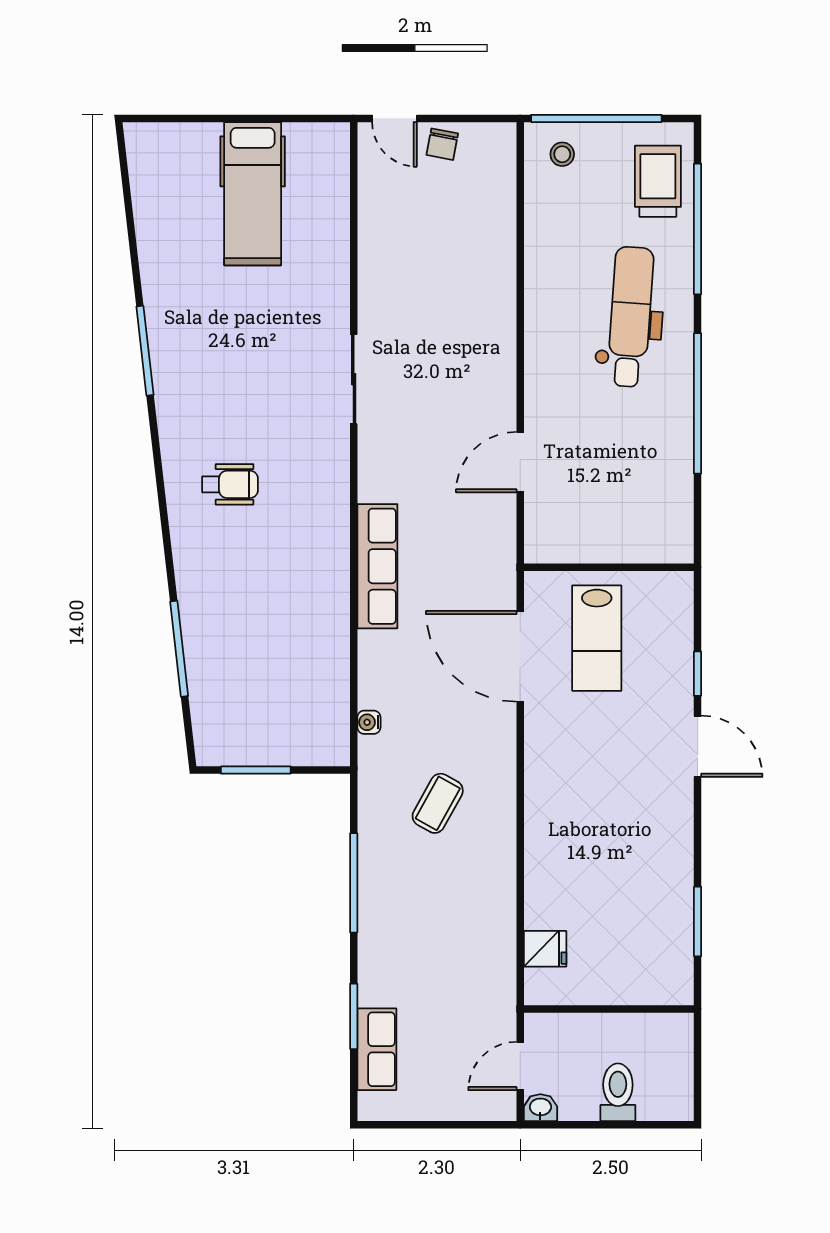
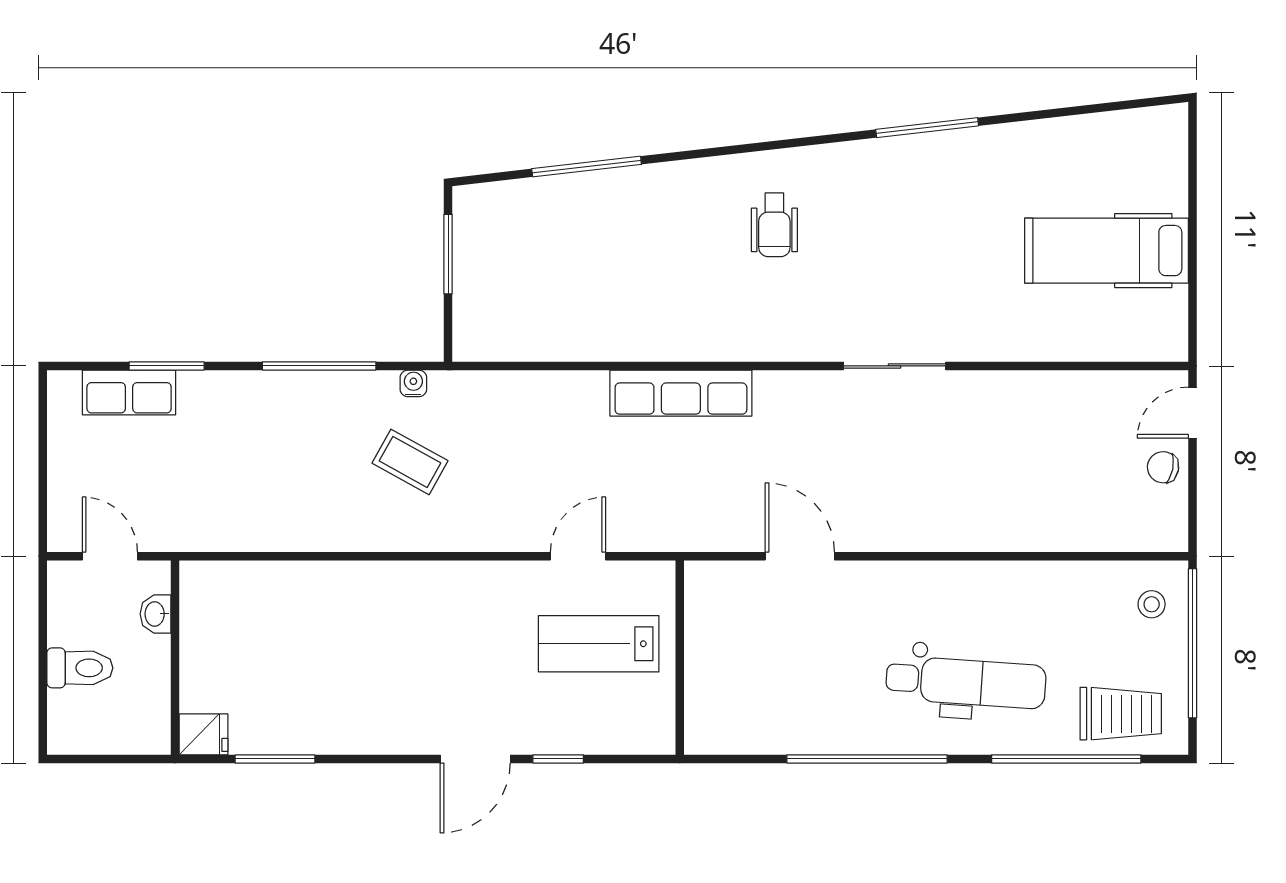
door: (520, 656) -> (578, 556), width x0.53
water cooler: (369, 722) -> (413, 383), moved
fridge: (545, 949) -> (204, 734), moved, turned -90
washbasin: (540, 1108) -> (156, 614), moved, turned 180

